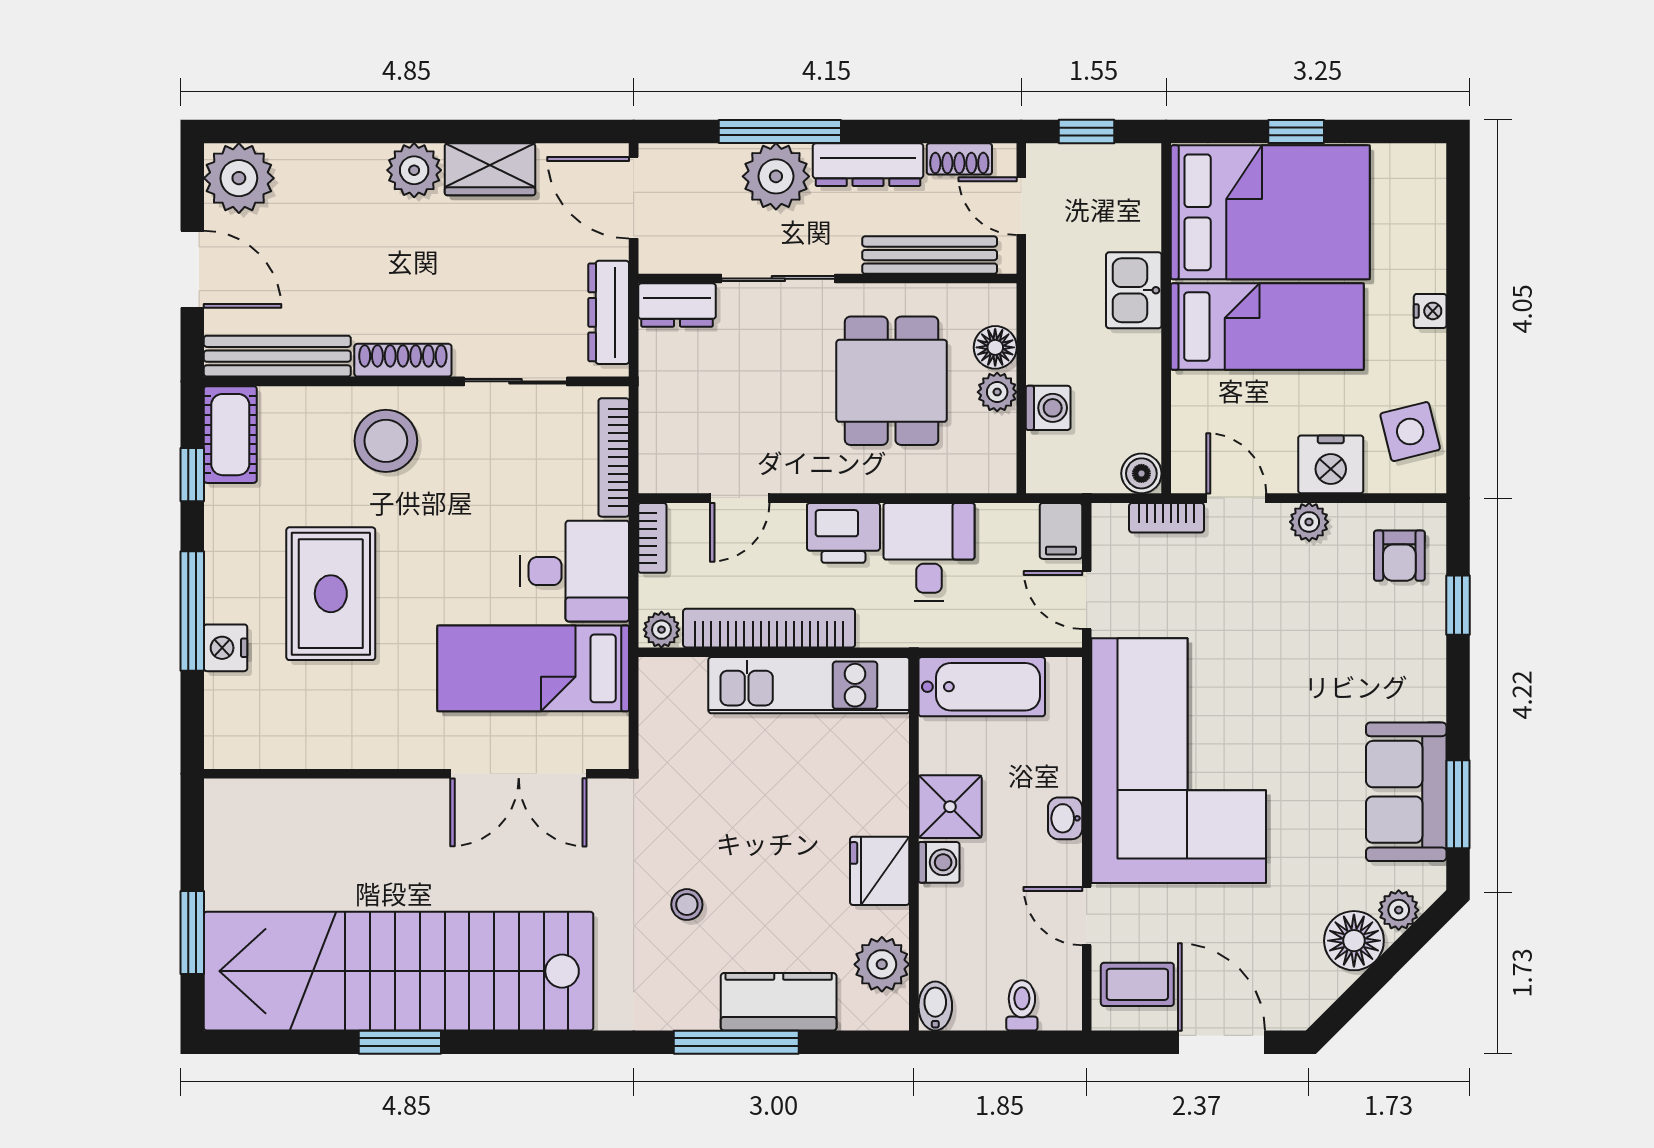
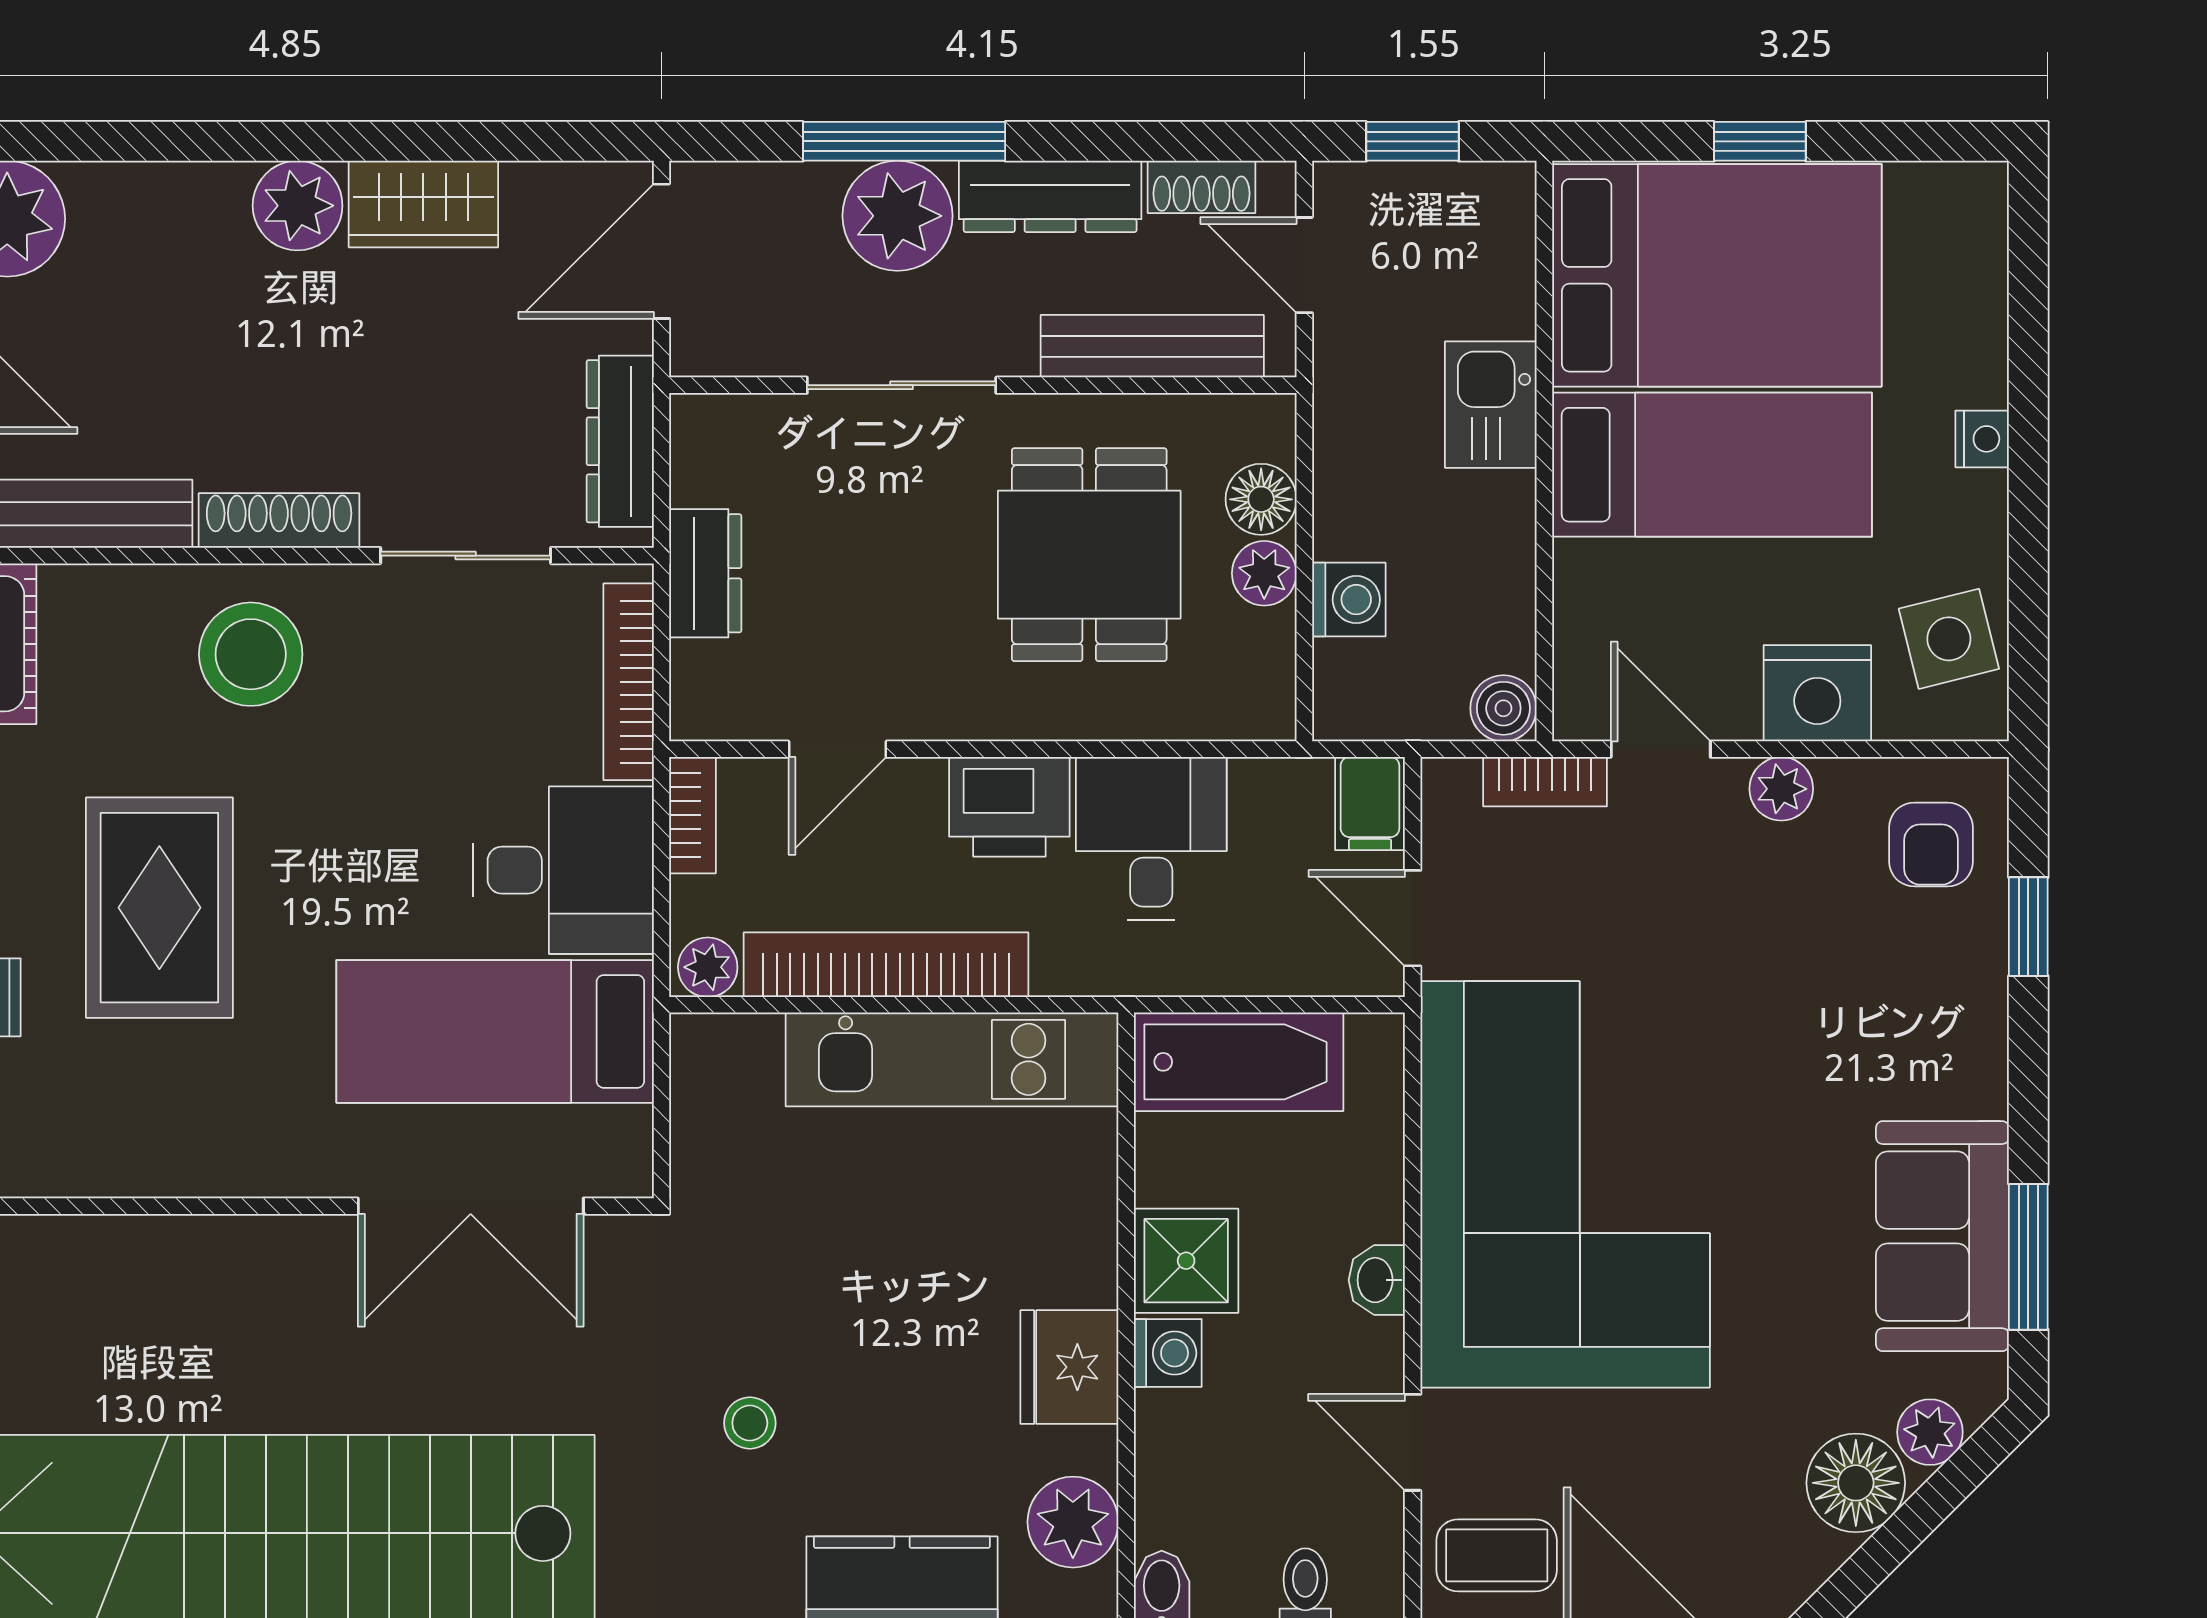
door: (634, 198) -> (661, 251), hinge flipped
dresser: (677, 305) -> (705, 573), moved, turned -90

